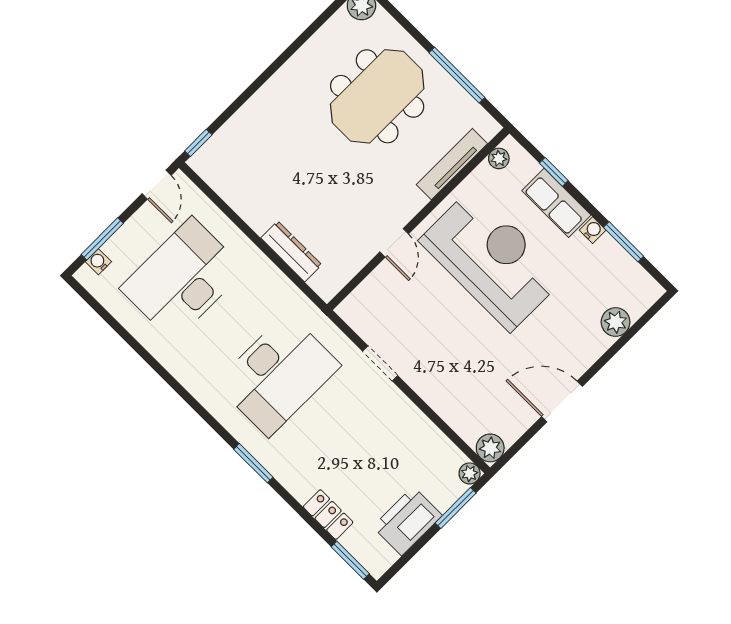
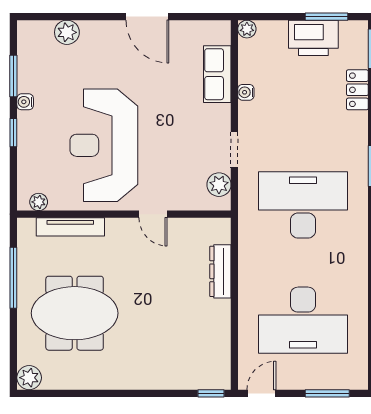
window: (554, 172) -> (13, 133), moved
row of seats: (556, 203) -> (217, 74), moved, turned 180
door: (394, 243) -> (153, 214), swing flipped
water cooler: (98, 262) -> (246, 92), moved, turned 90
plant: (490, 448) -> (219, 185), moved
window: (456, 508) -> (327, 17), moved

